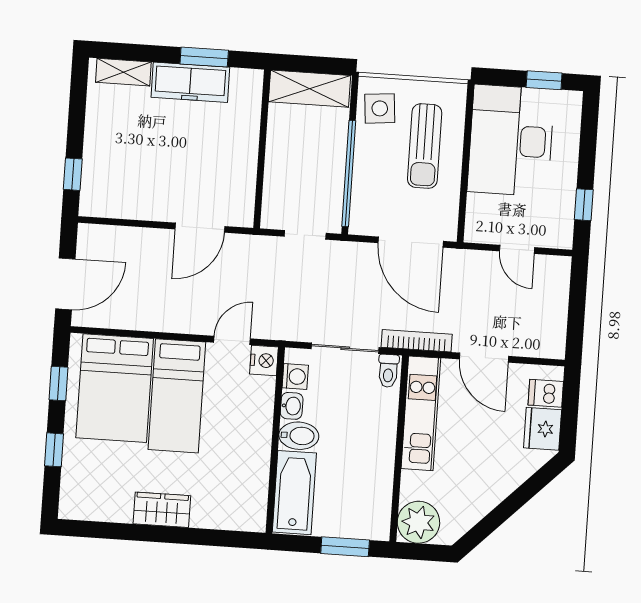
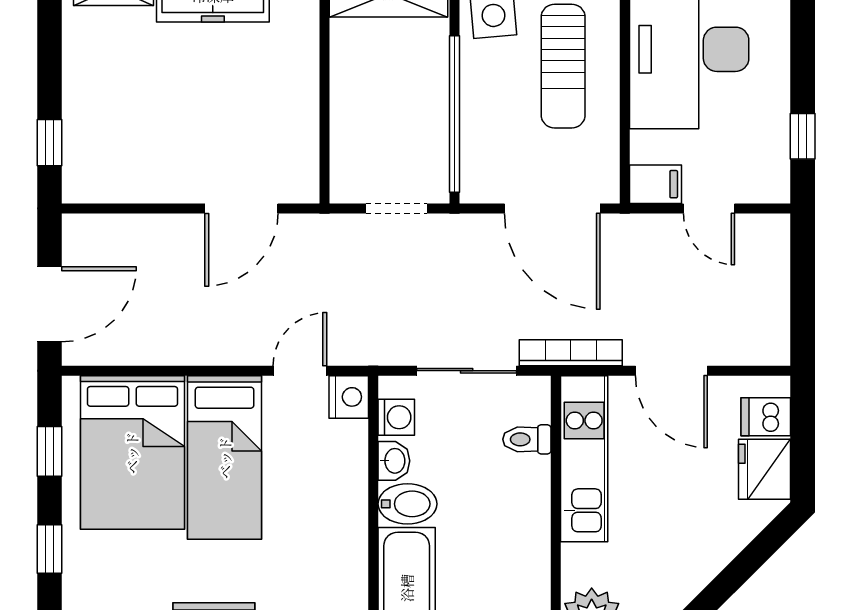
filing cabinet: (482, 230) -> (656, 184), added
toilet: (388, 371) -> (527, 439), moved, turned 90

